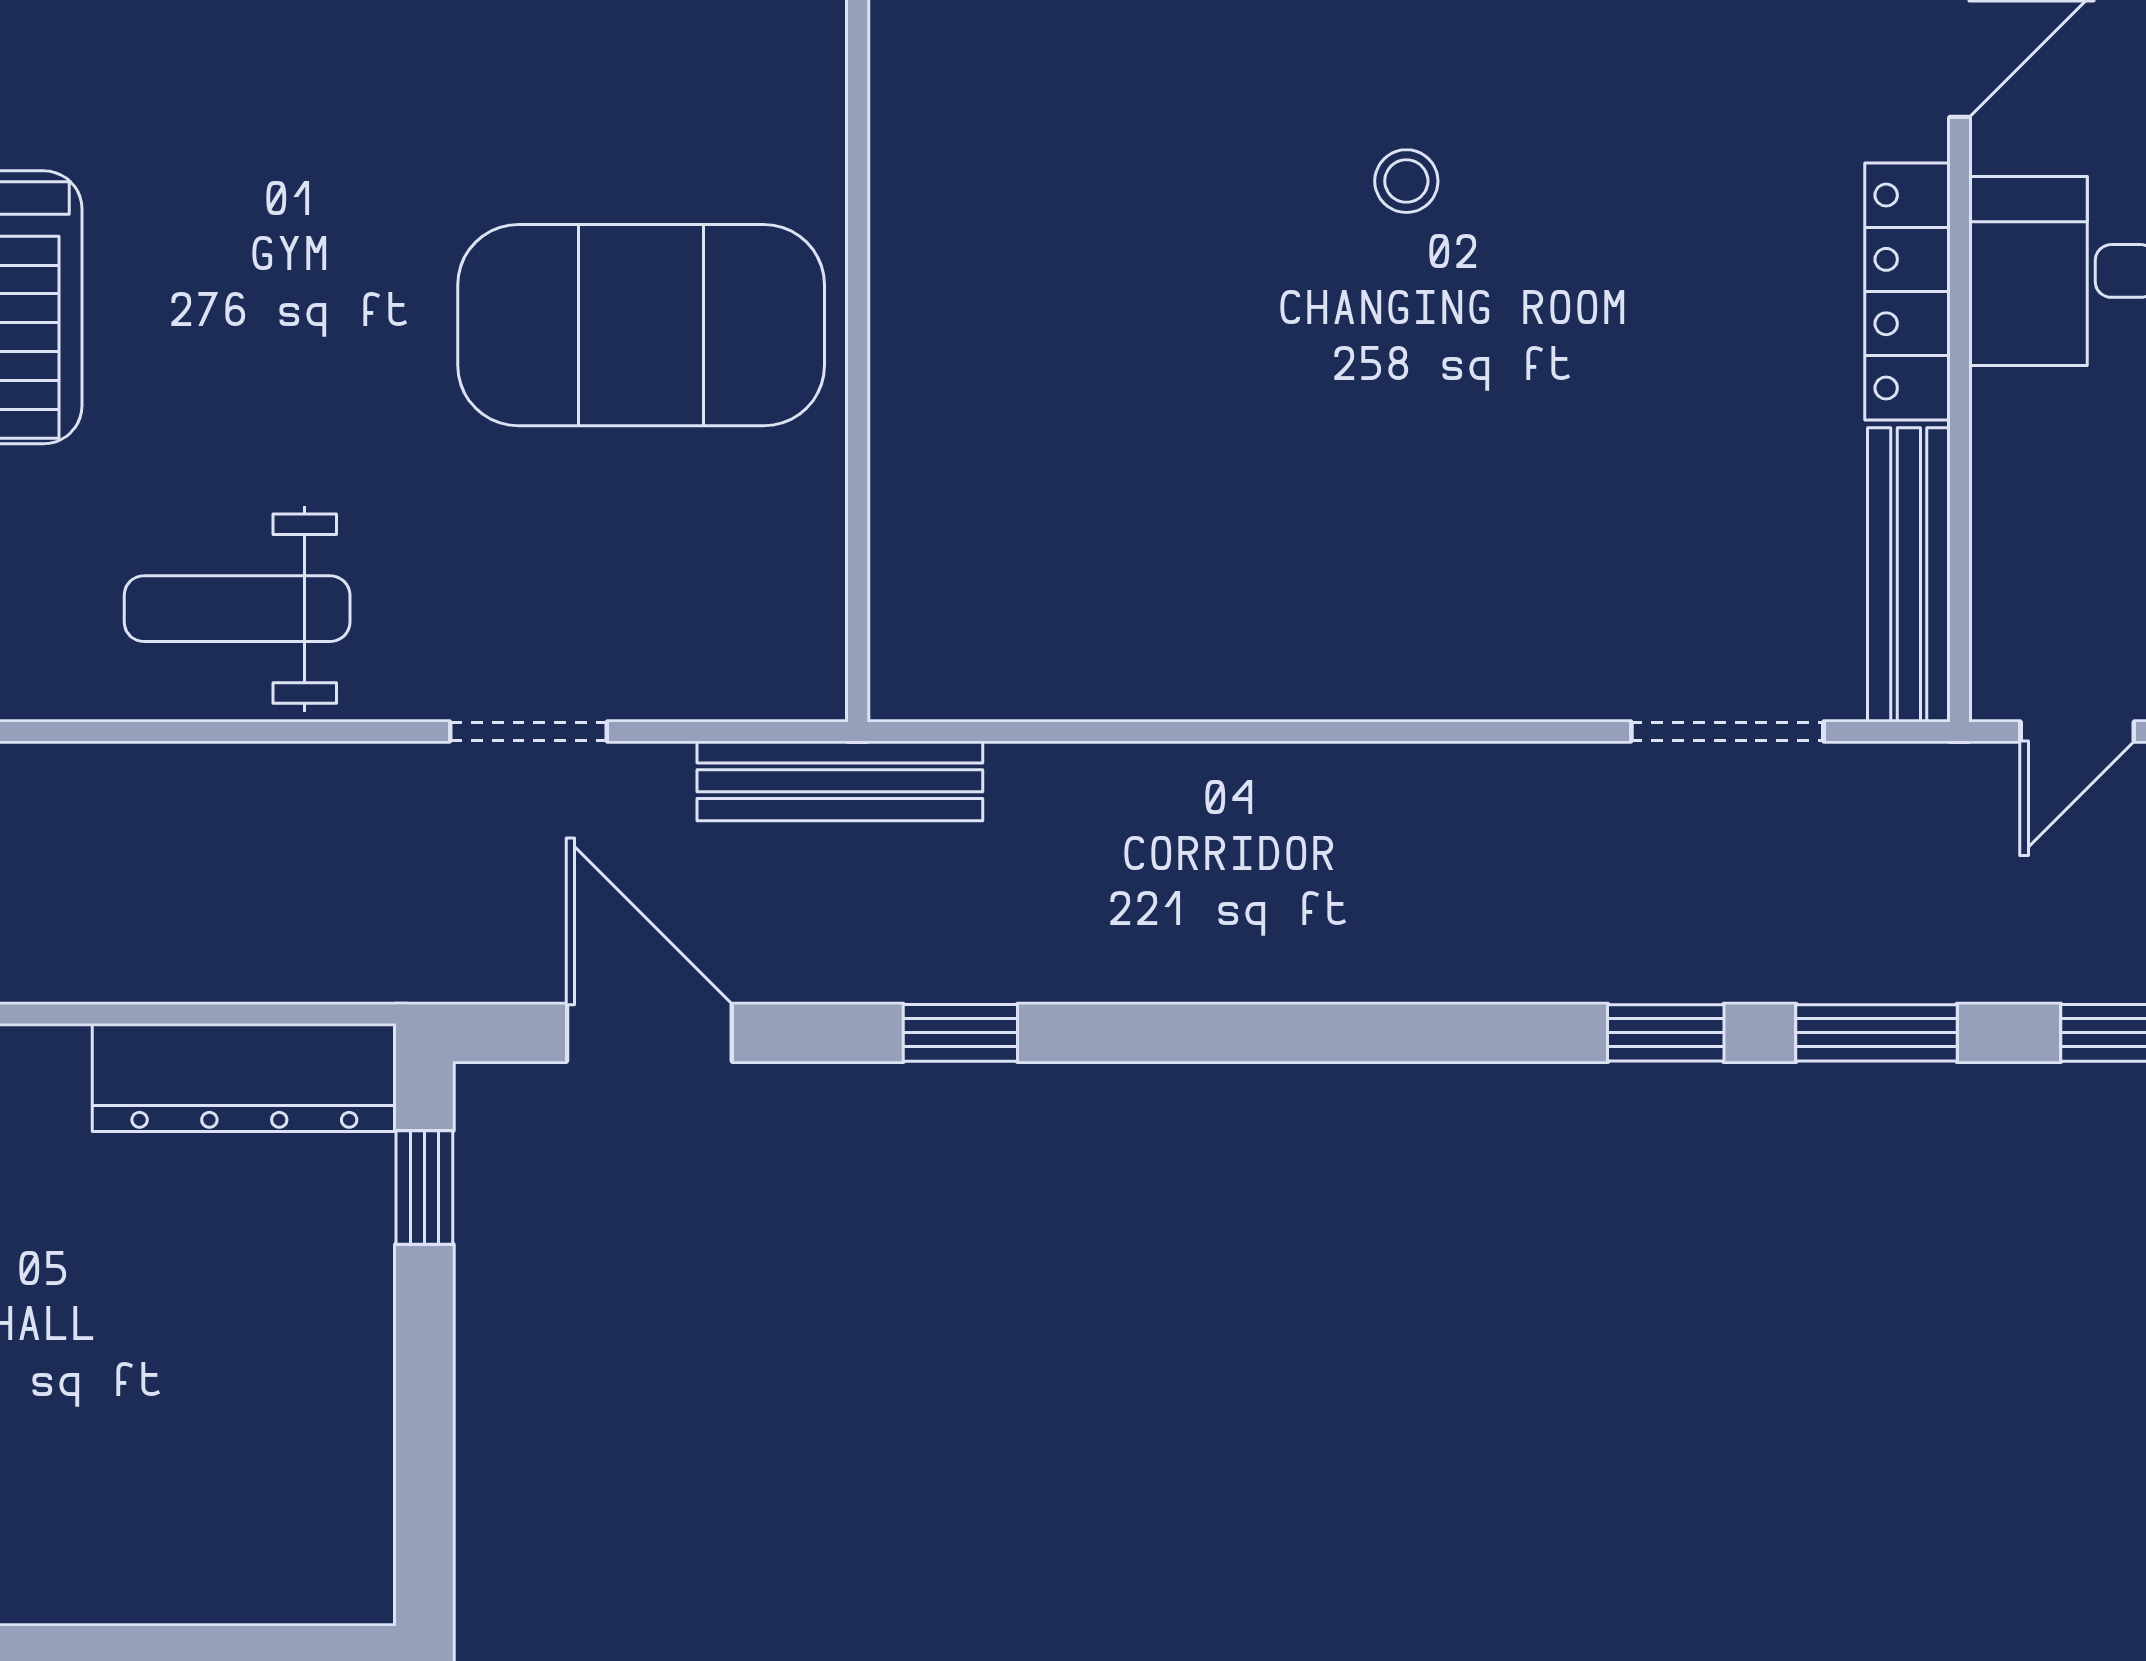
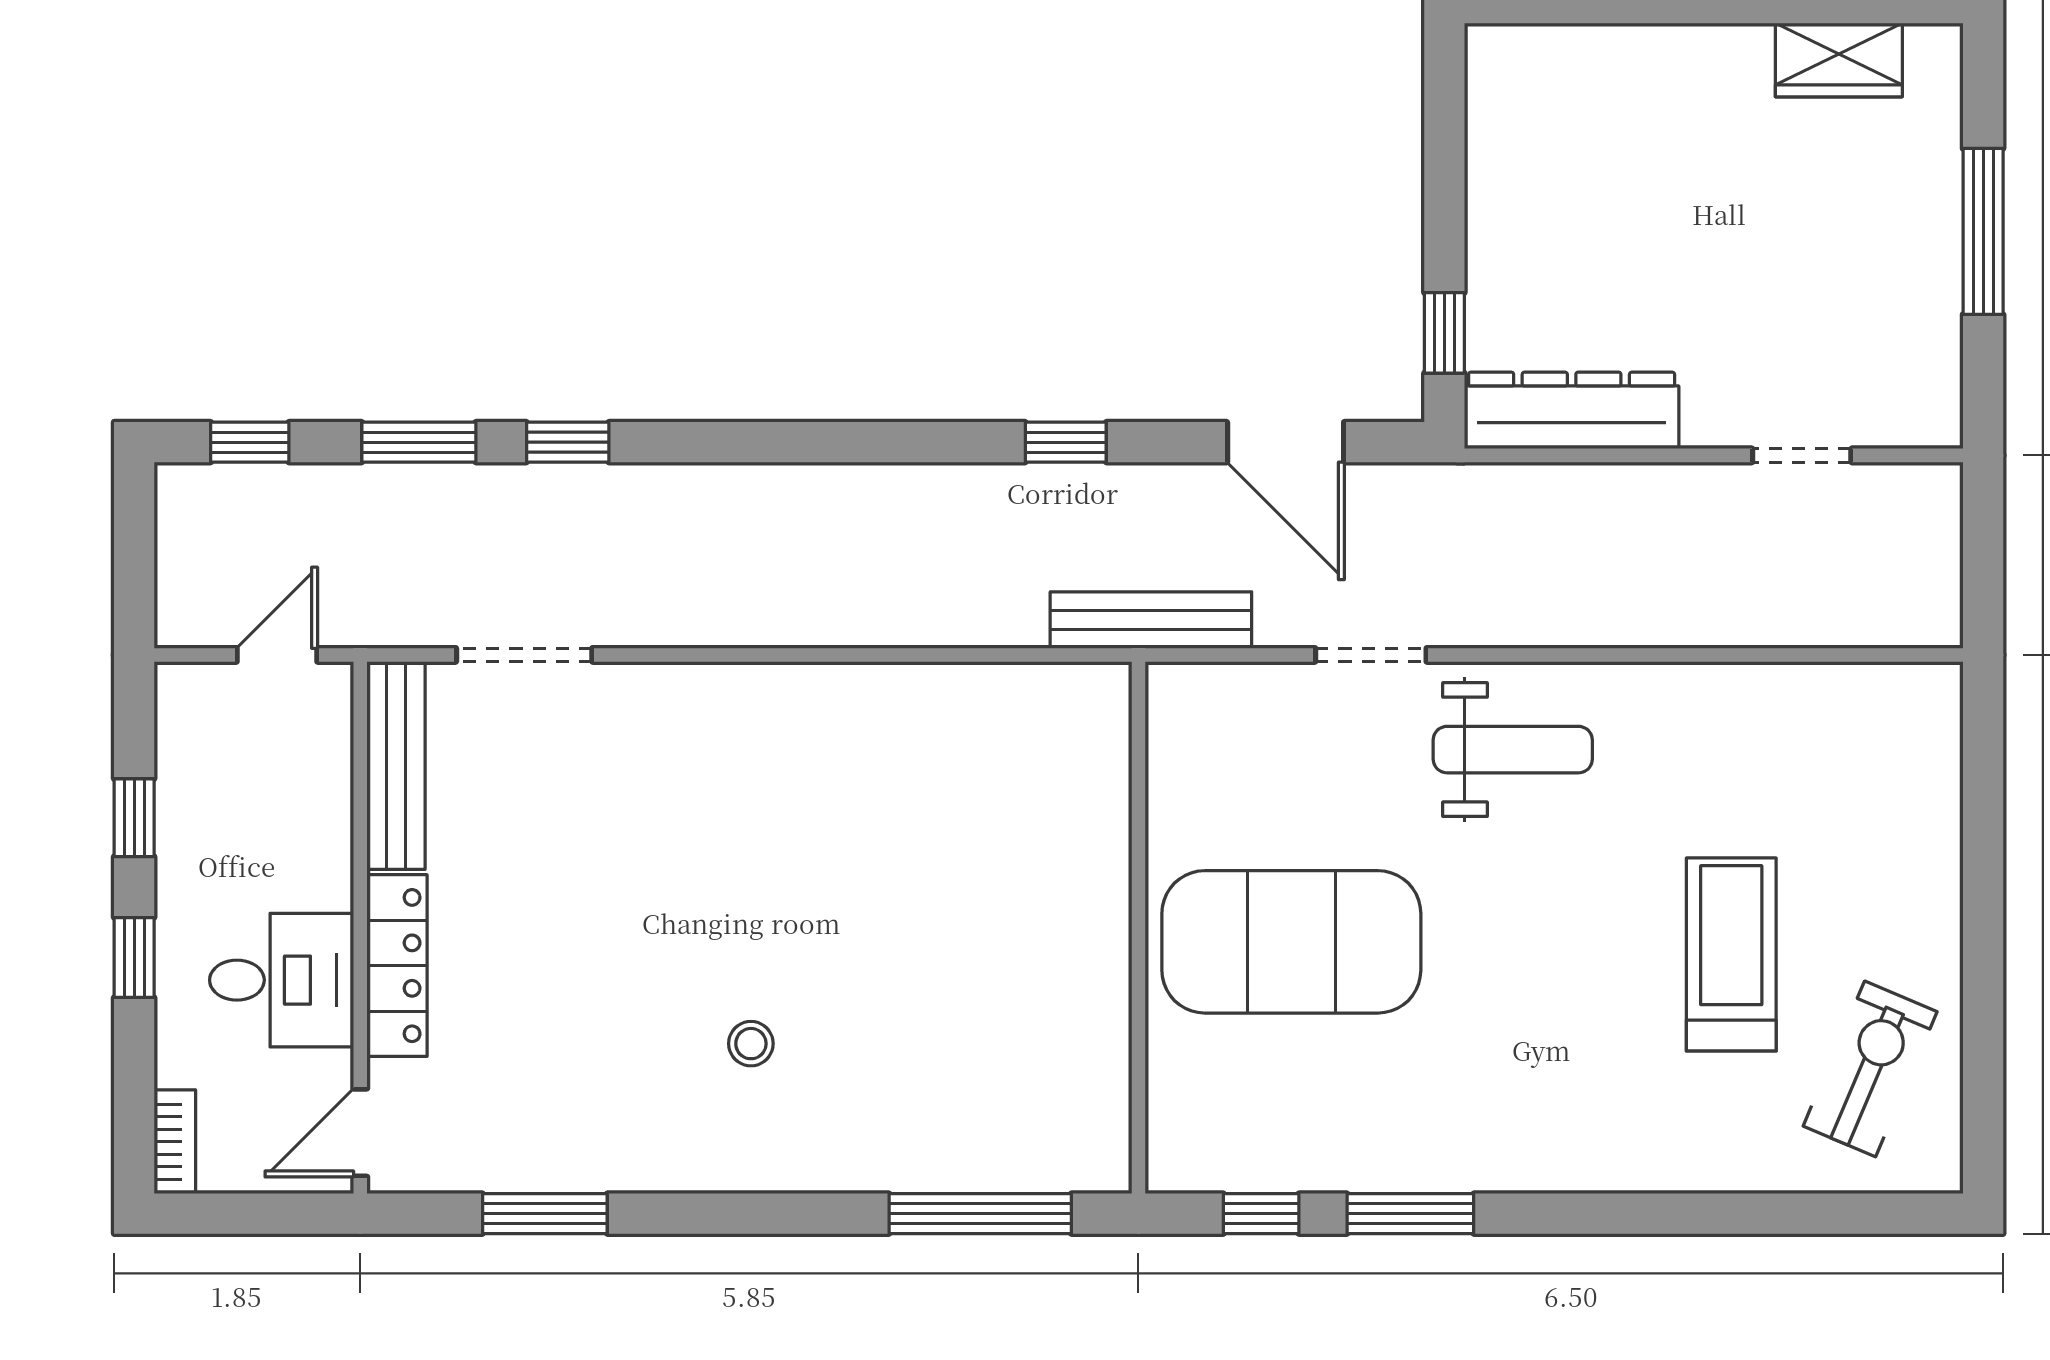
weight bench: (237, 609) -> (1513, 750), moved

